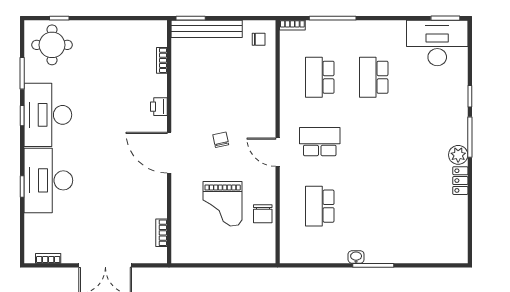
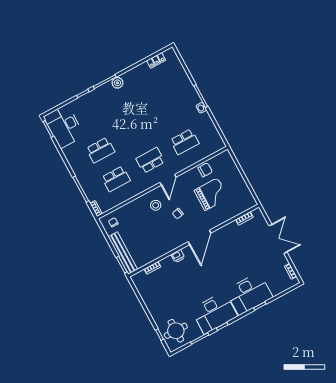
stool: (250, 114) -> (156, 205), added
school desk: (320, 142) -> (150, 160), turned 90
locker: (460, 181) -> (156, 60), moved

